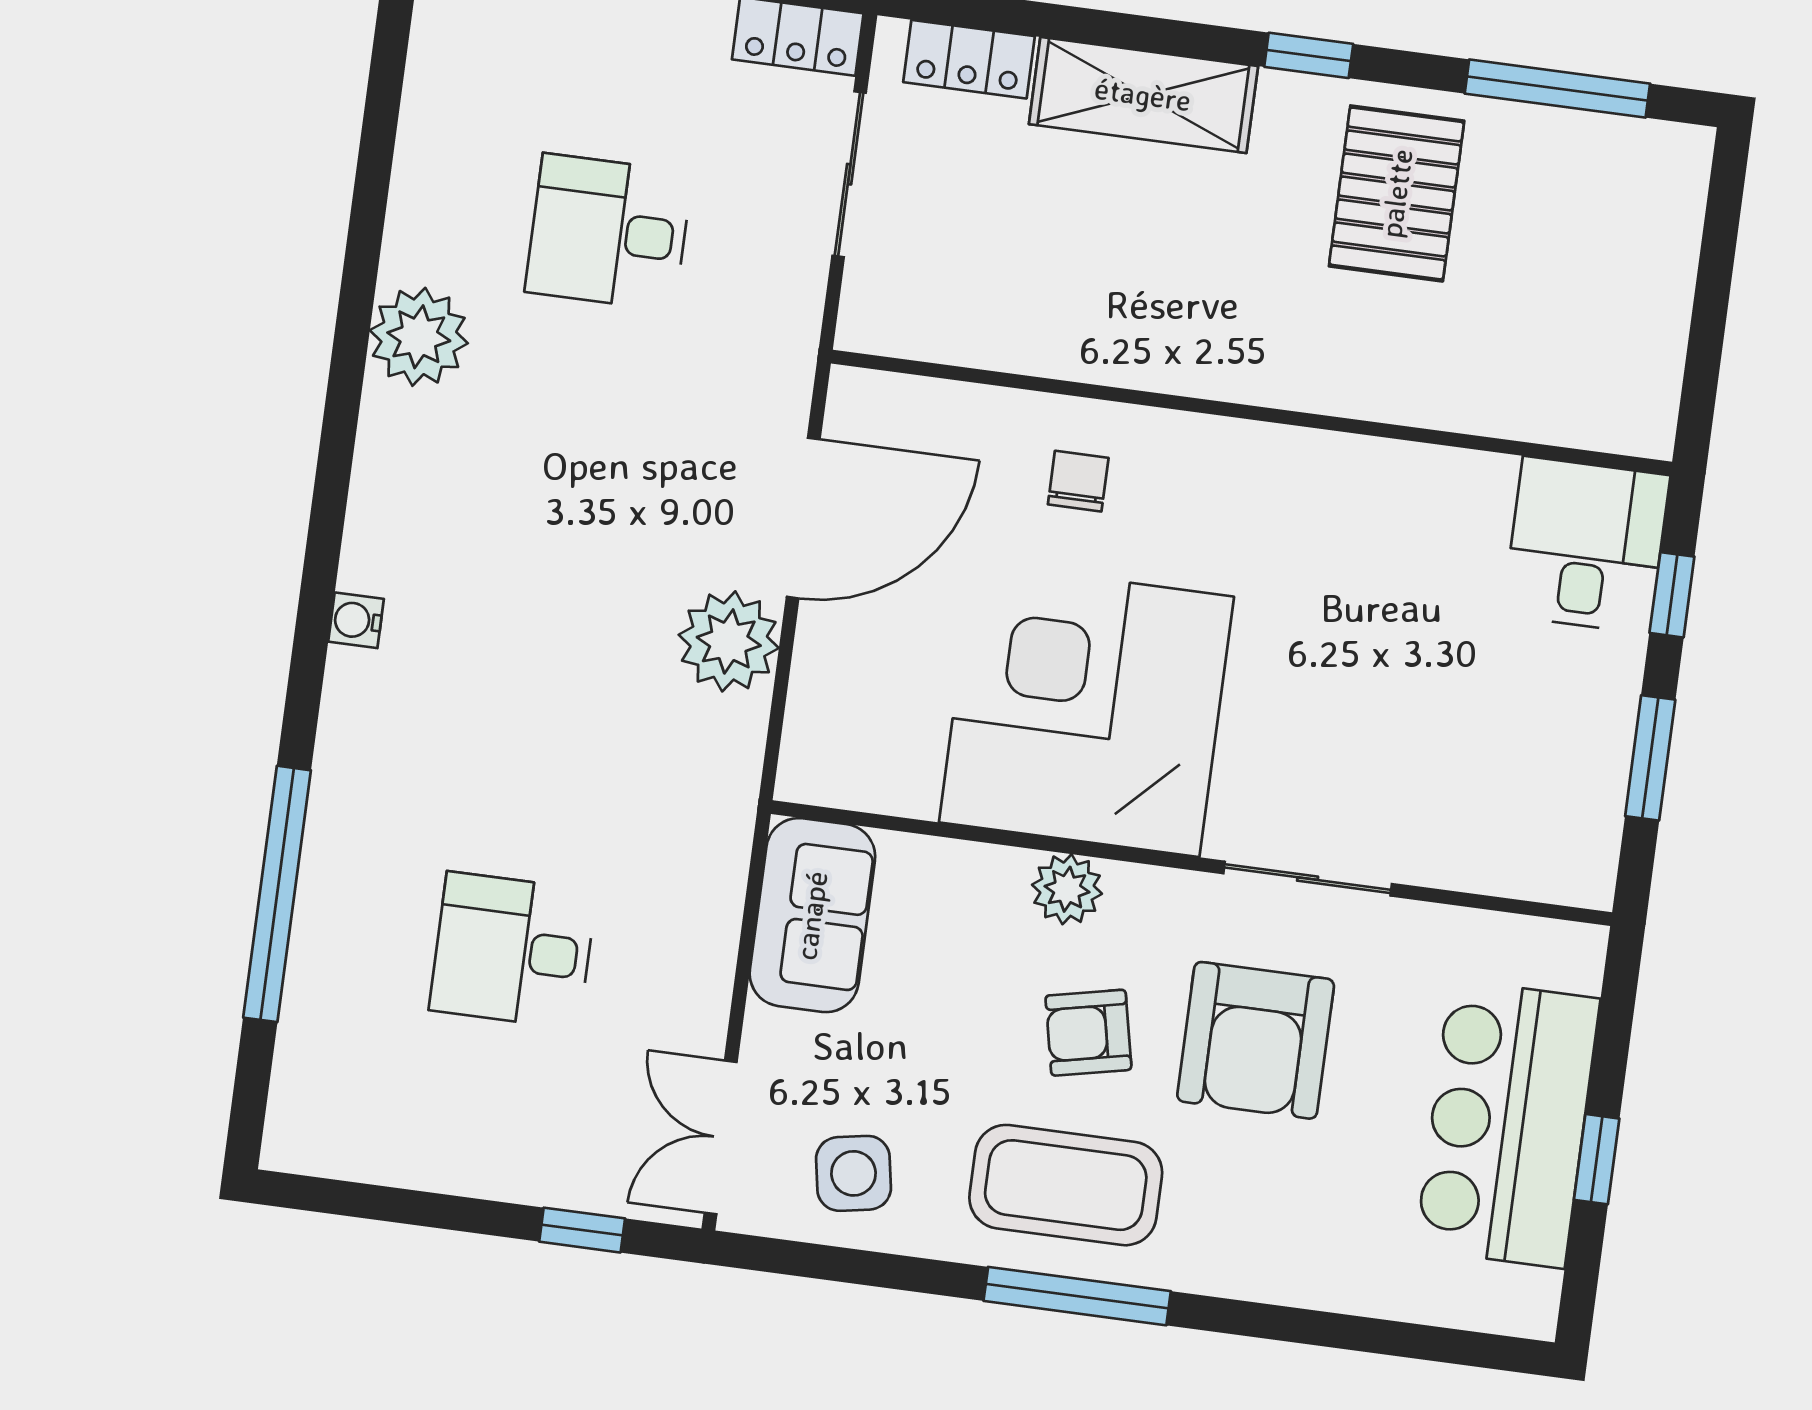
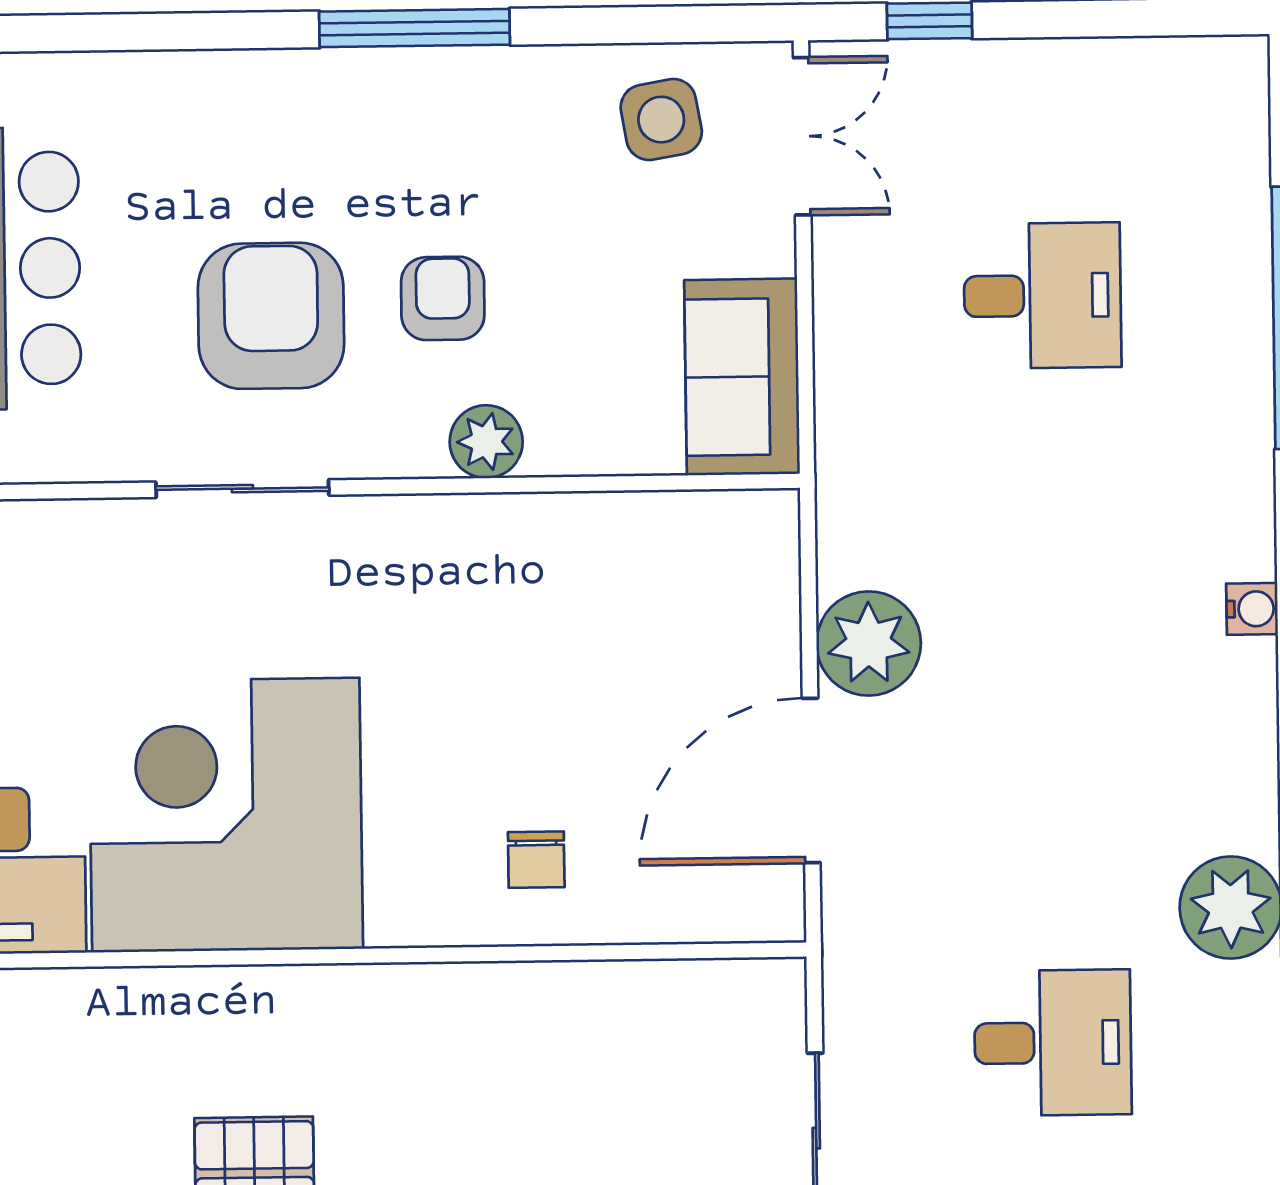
corner desk: (1086, 710) -> (226, 815), moved, turned 180
armchair: (1088, 1033) -> (443, 298), turned -78
coffee table: (1066, 1185) -> (443, 140), removed

